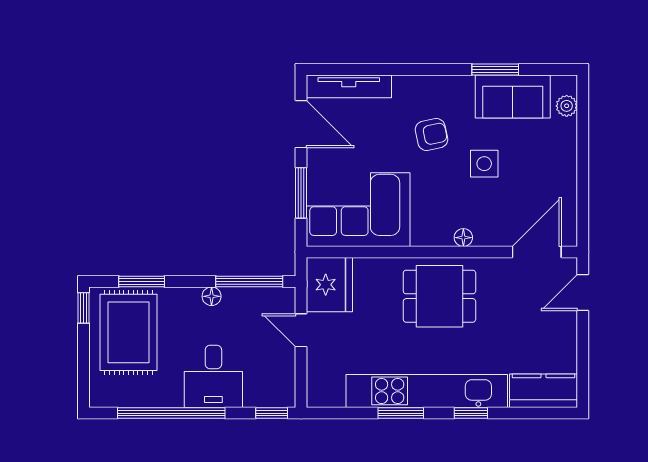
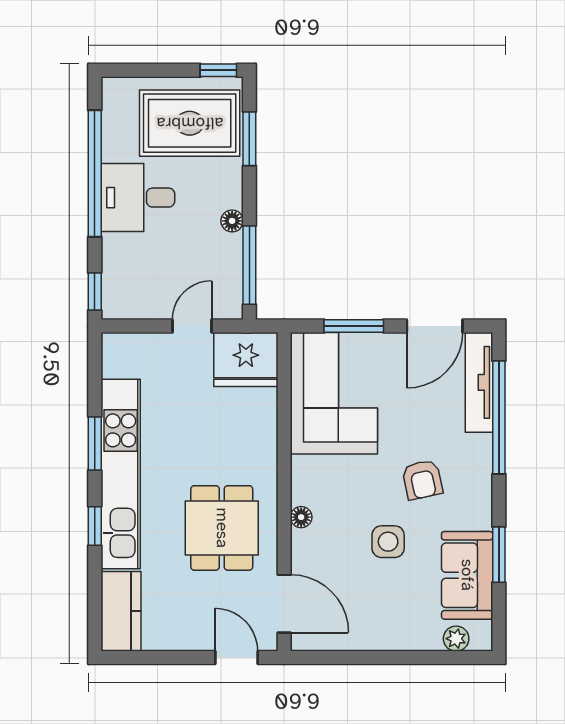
window: (379, 69) -> (499, 417), added
dining table: (439, 296) -> (222, 528), moved
desk: (213, 376) -> (138, 198), moved

